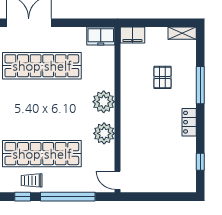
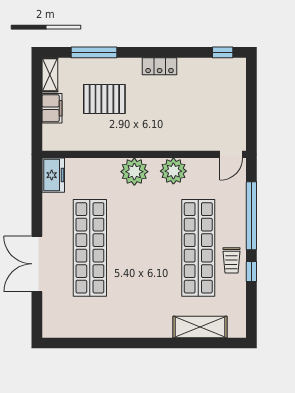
filing cabinet: (132, 35) -> (52, 108), moved
pallet: (162, 77) -> (104, 99), width x1.50, depth x1.42
window: (200, 85) -> (94, 52), moved
window: (200, 162) -> (223, 52), moved

